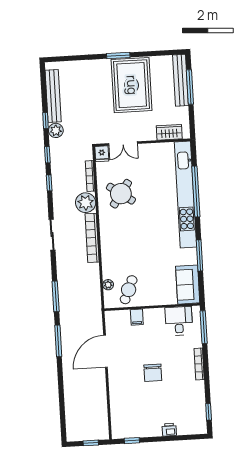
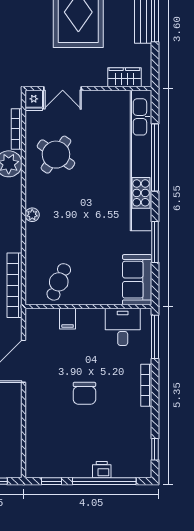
bookcase: (92, 238) -> (15, 285), moved
plant: (108, 285) -> (32, 215), moved
window: (172, 438) -> (104, 481), added

